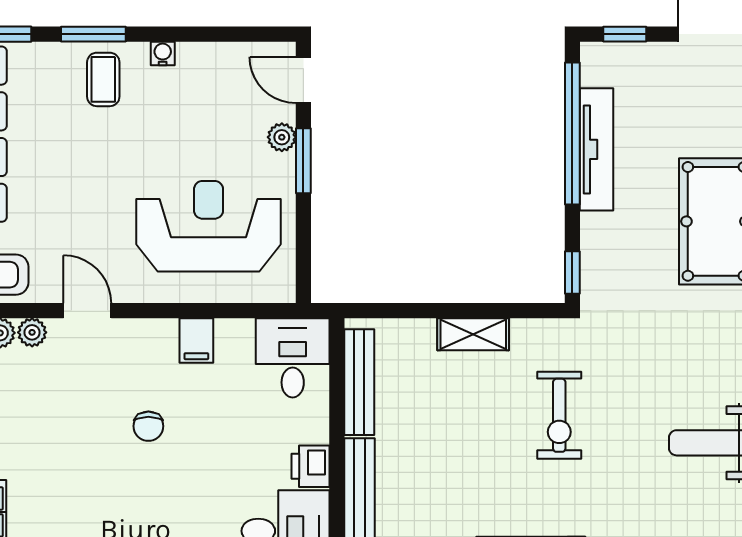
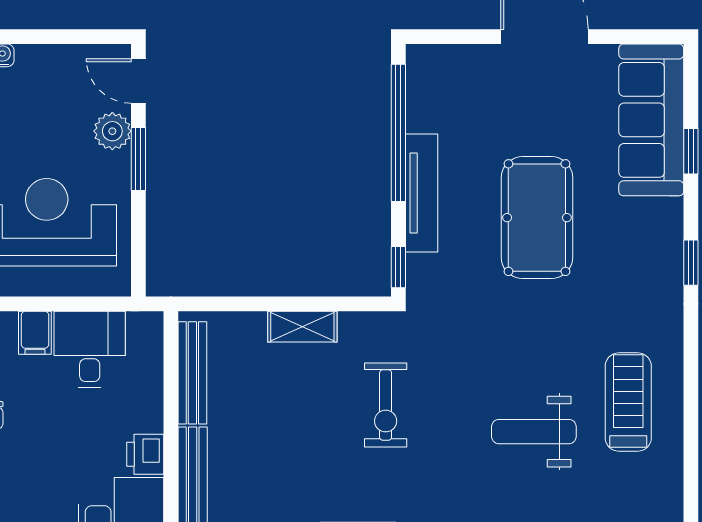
window: (625, 34) -> (449, 37), removed
plant: (282, 137) -> (112, 131), width x1.38, depth x1.38
tv unit: (596, 149) -> (422, 193), moved
desk: (293, 358) -> (90, 349), moved

